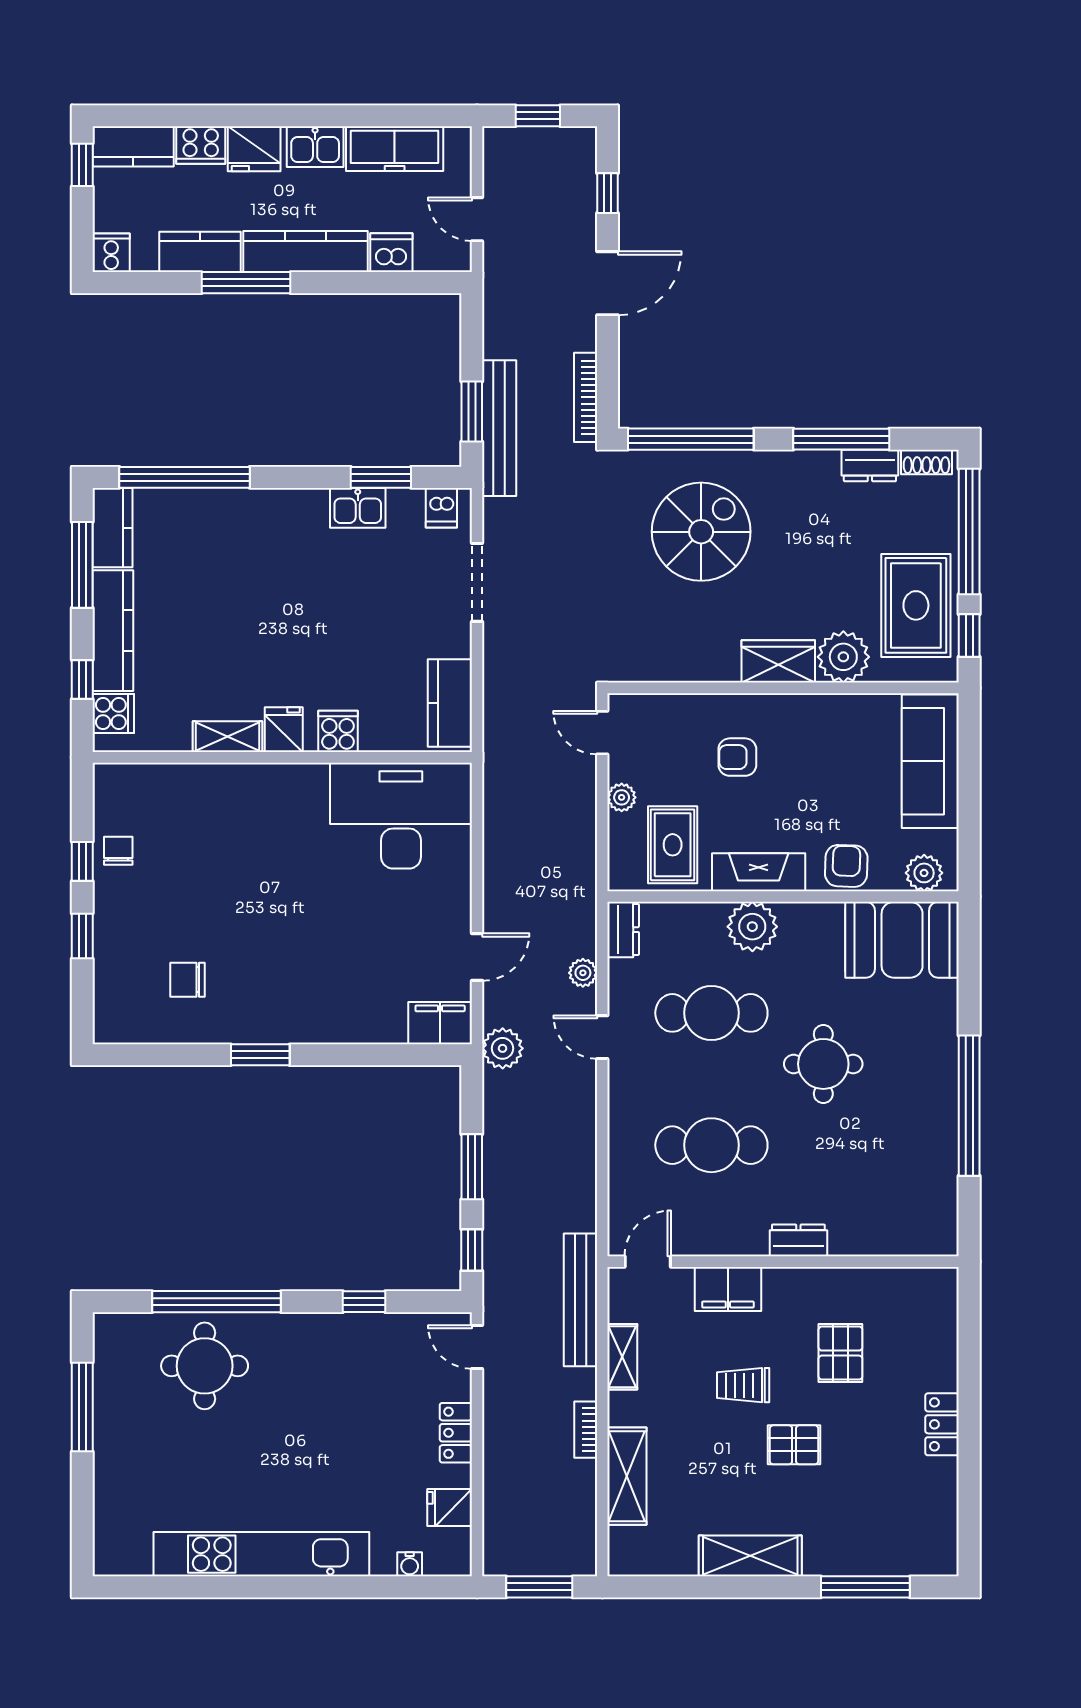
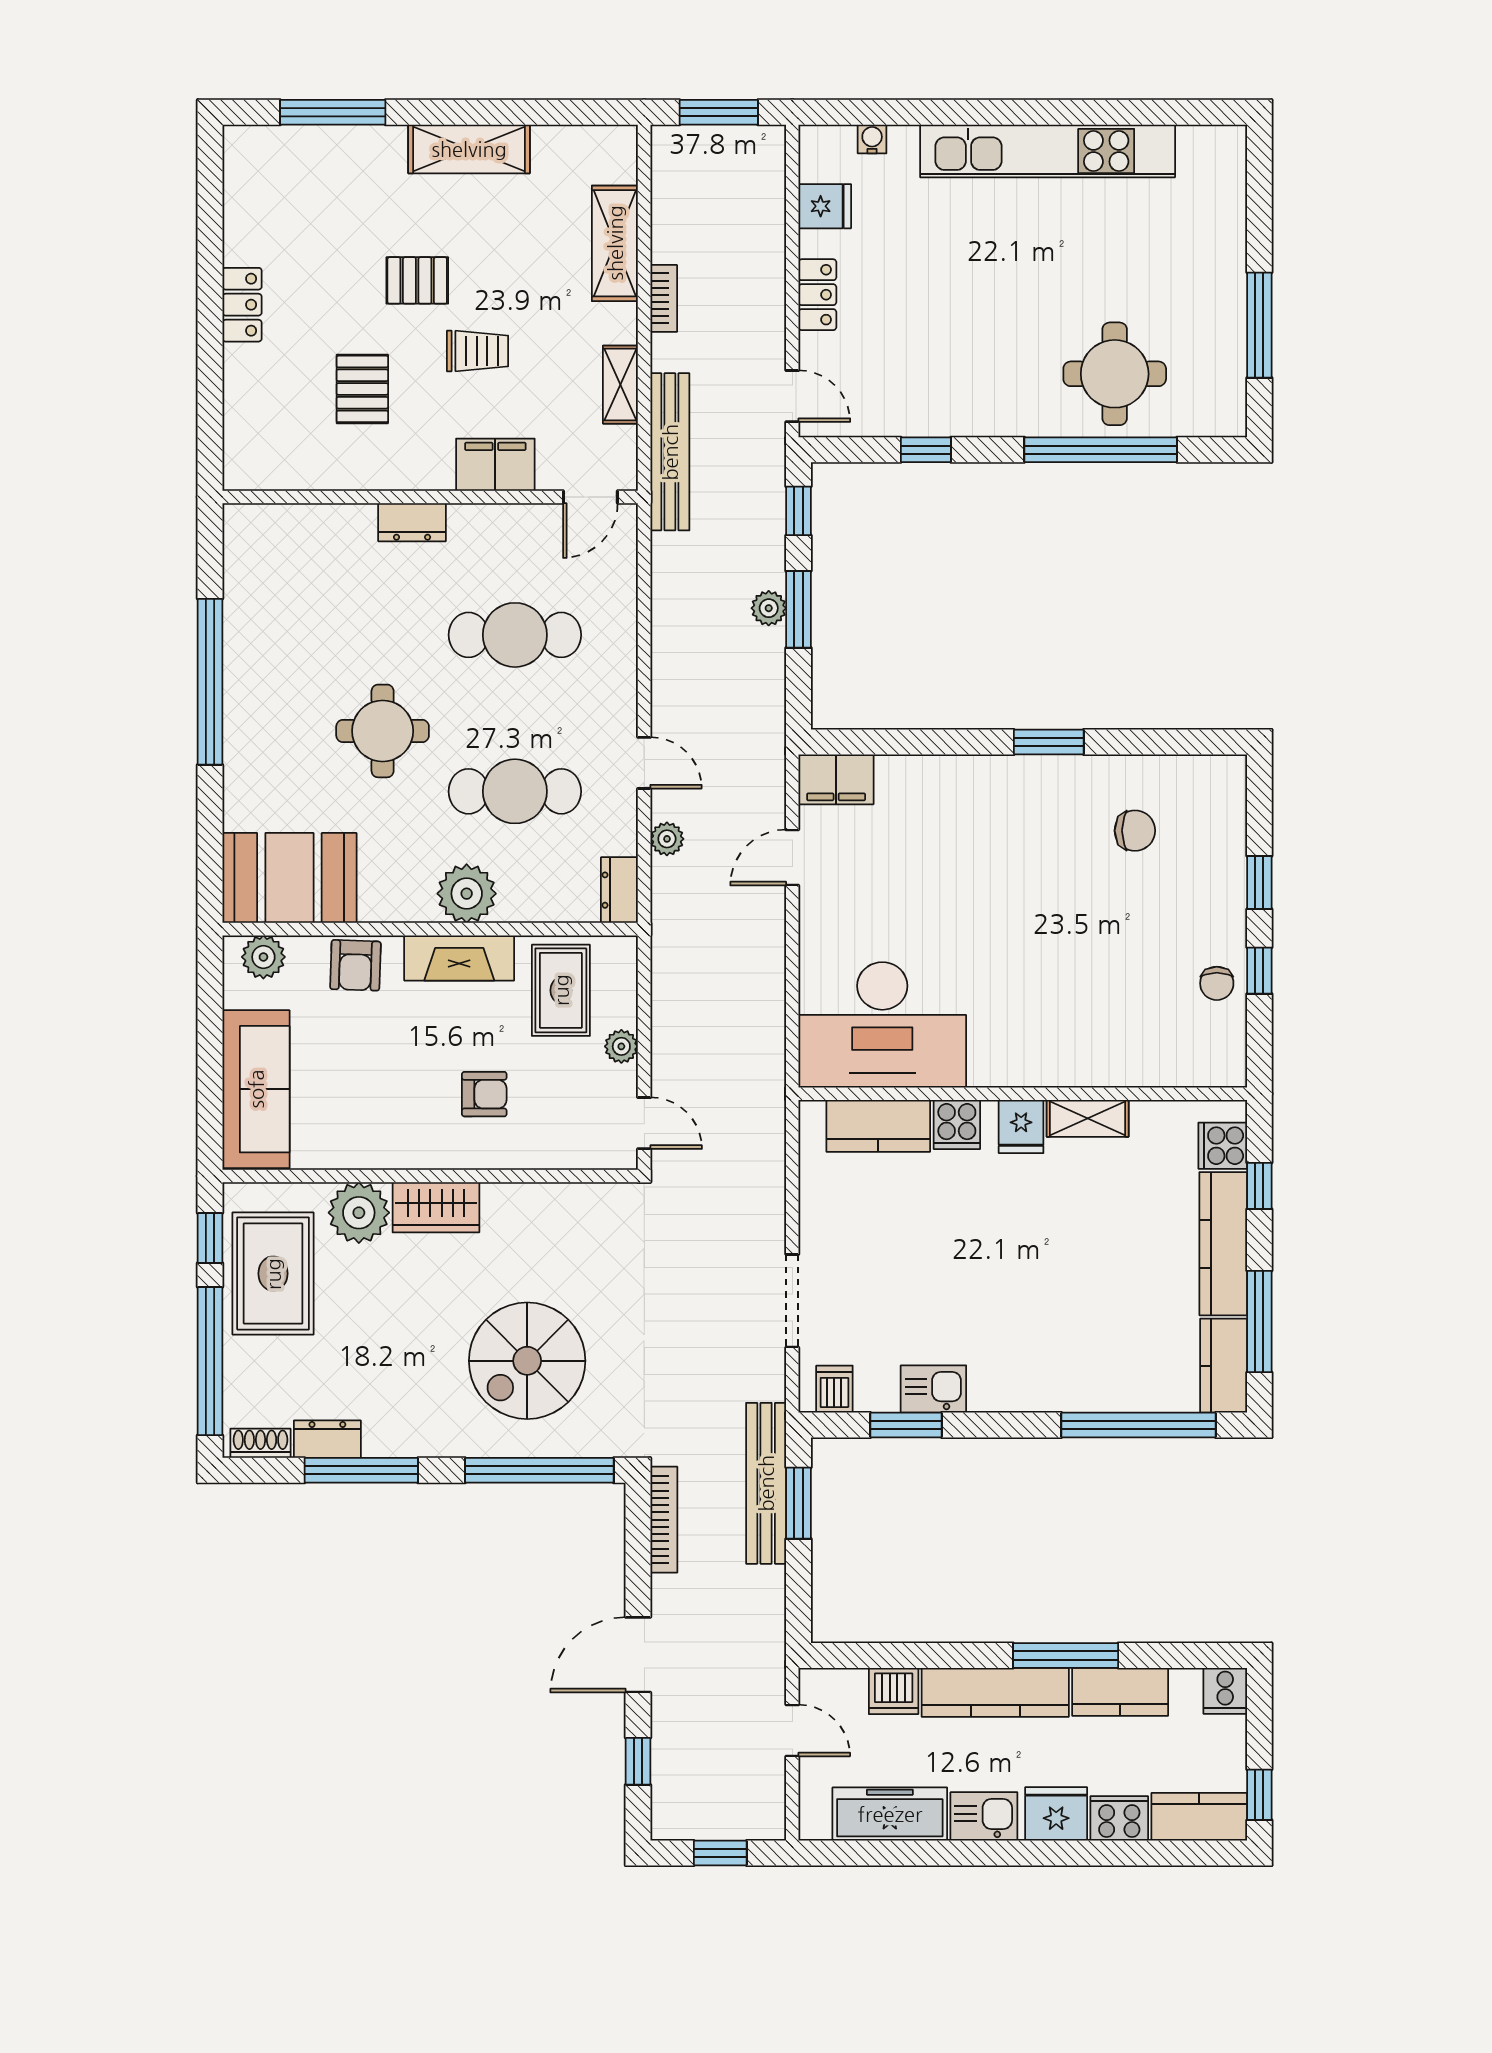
kitchen counter: (450, 703) -> (878, 1126), moved, turned 90
plant: (503, 1048) -> (769, 608), moved, width x0.73, depth x0.73

